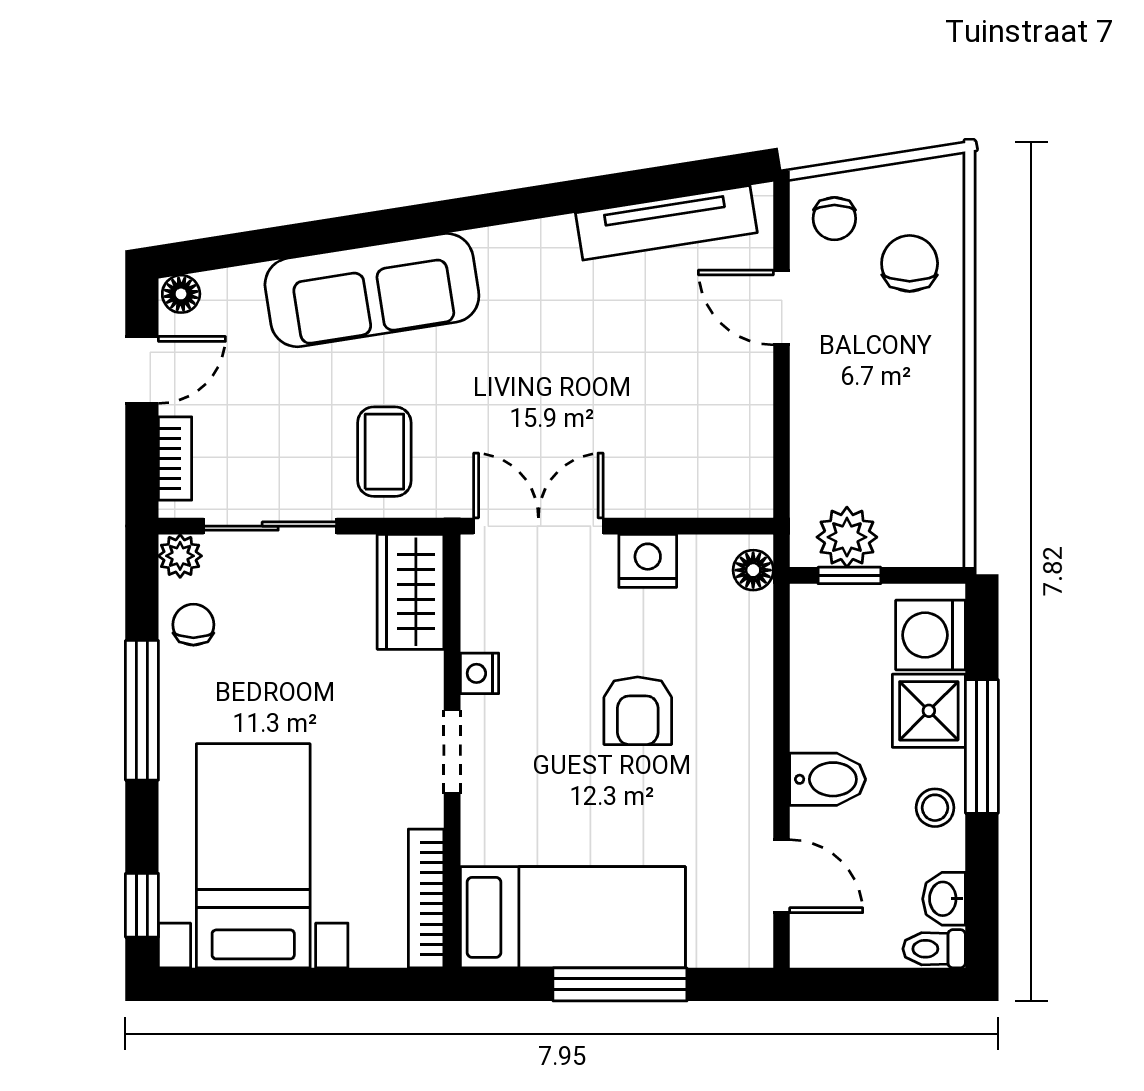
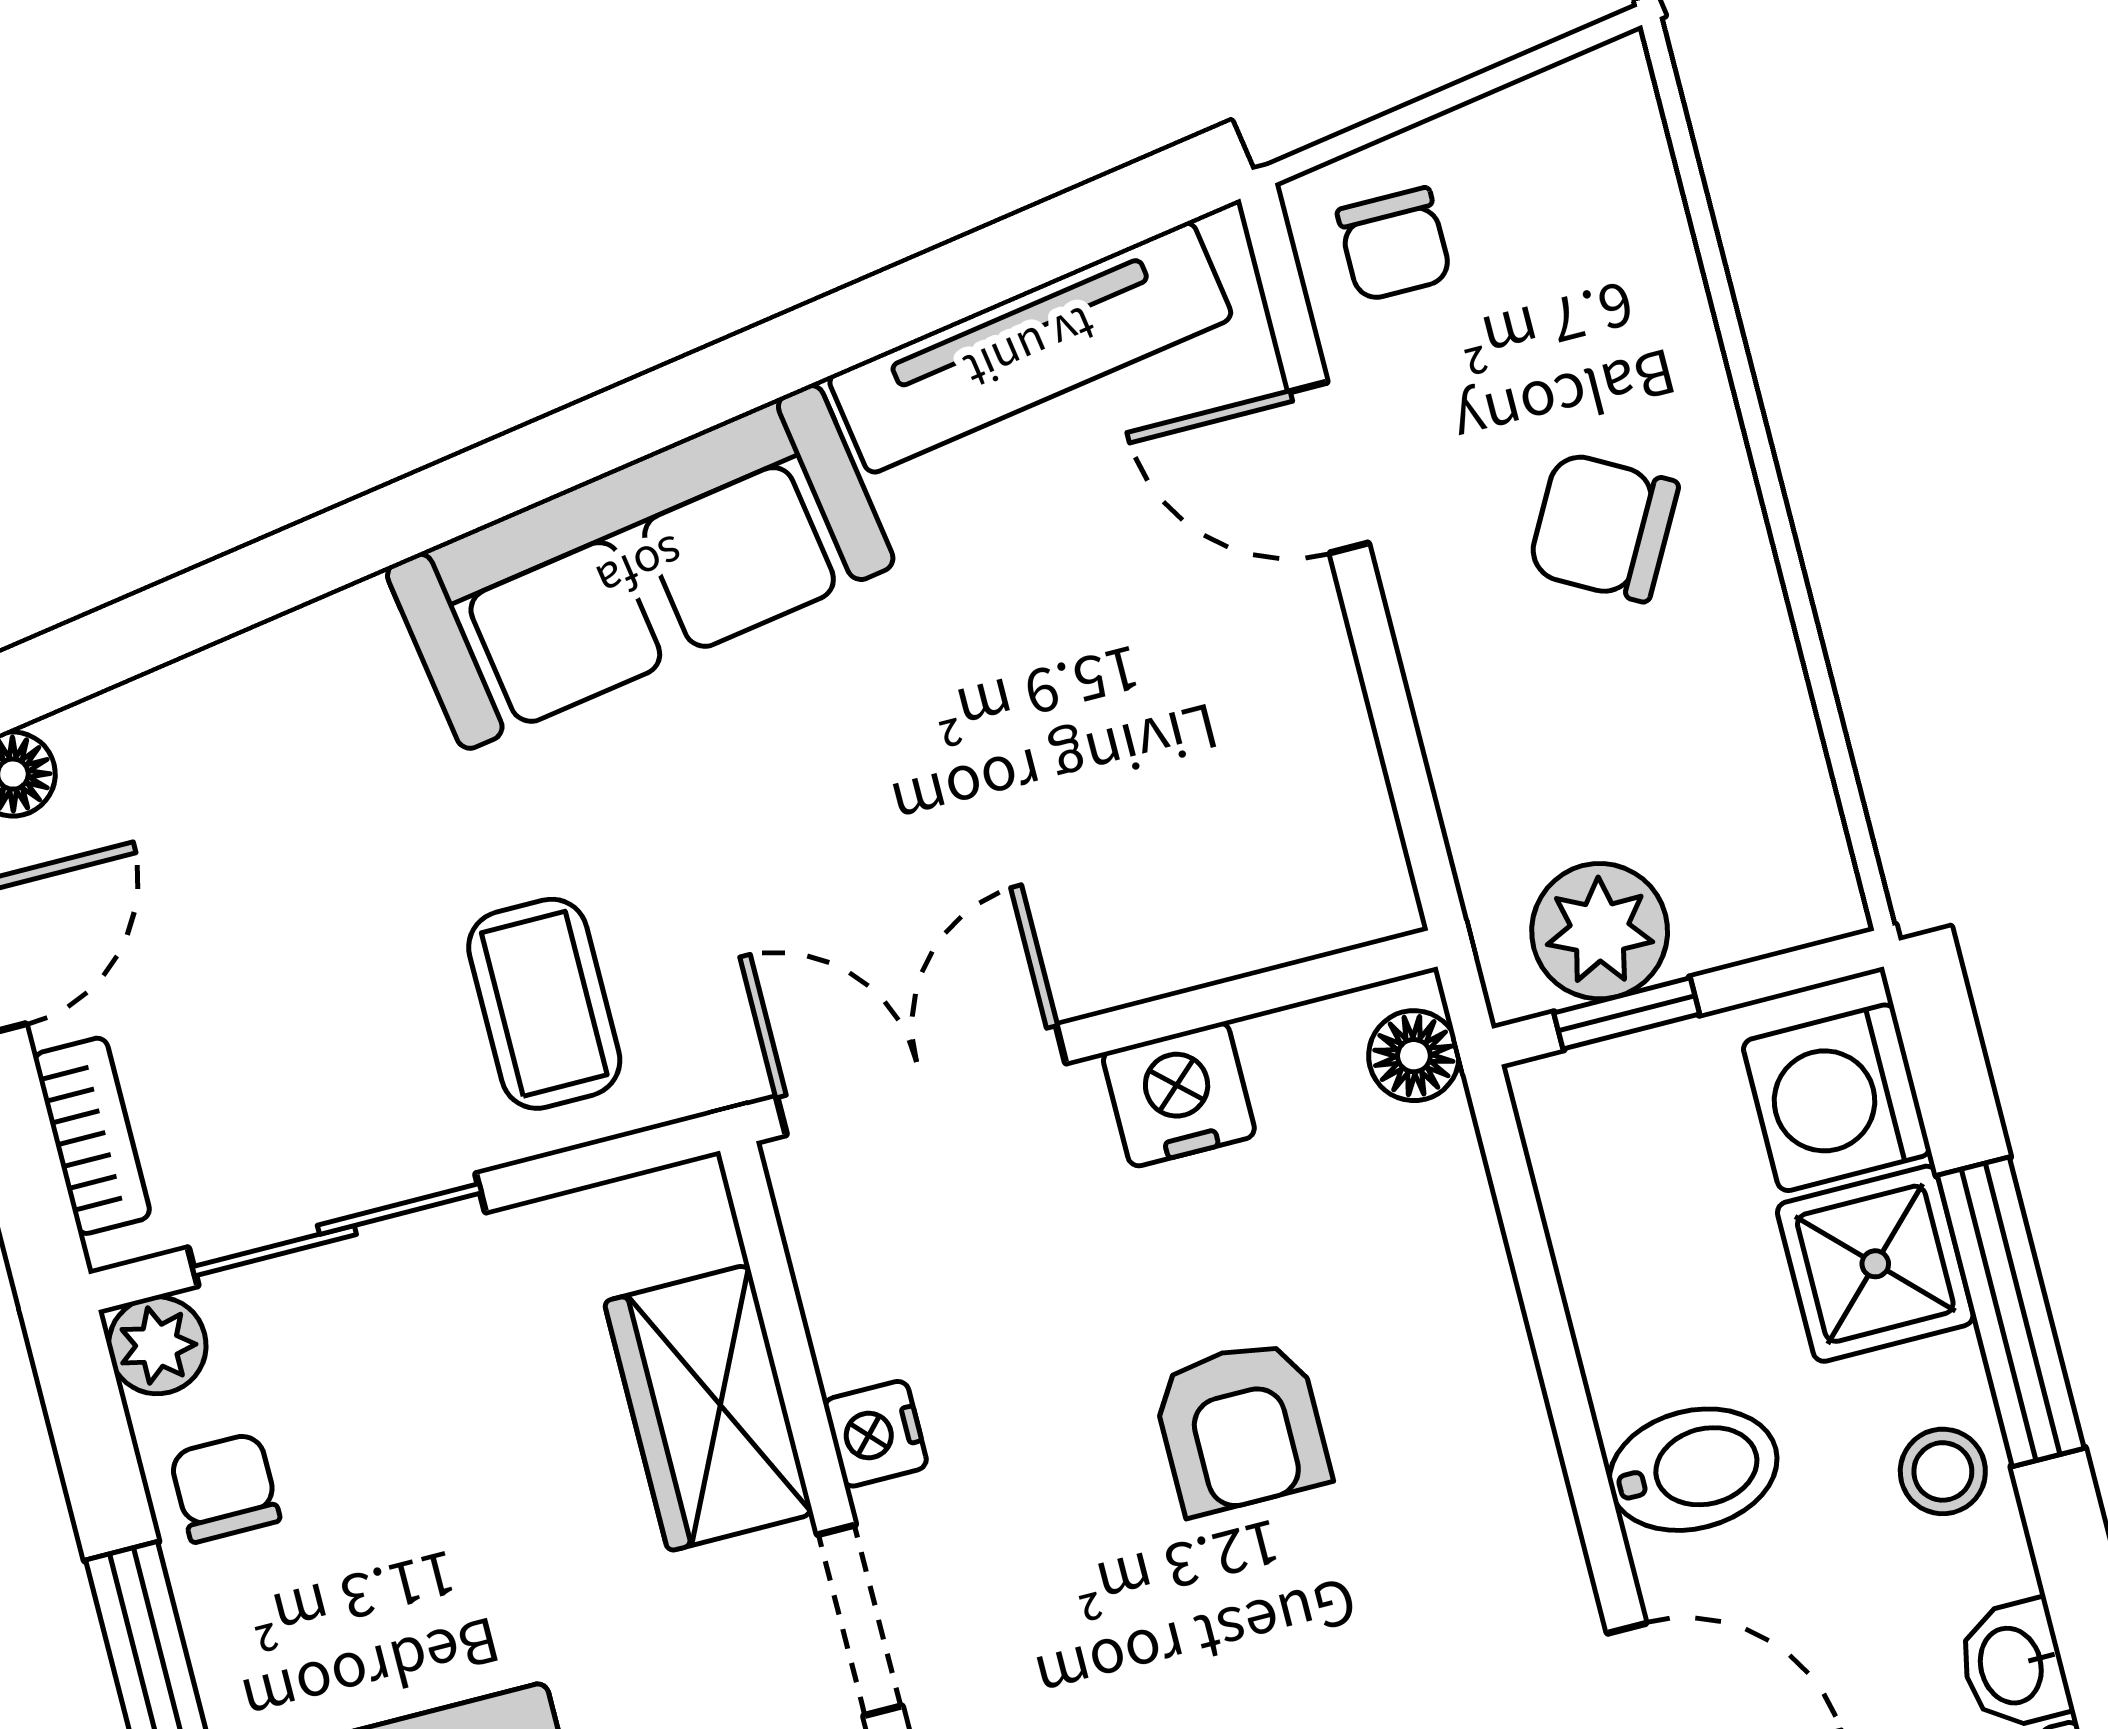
chair: (910, 263) -> (1603, 527), moved, turned -61
sofa: (372, 290) -> (640, 567), moved
wardrobe: (411, 592) -> (709, 1408), moved

